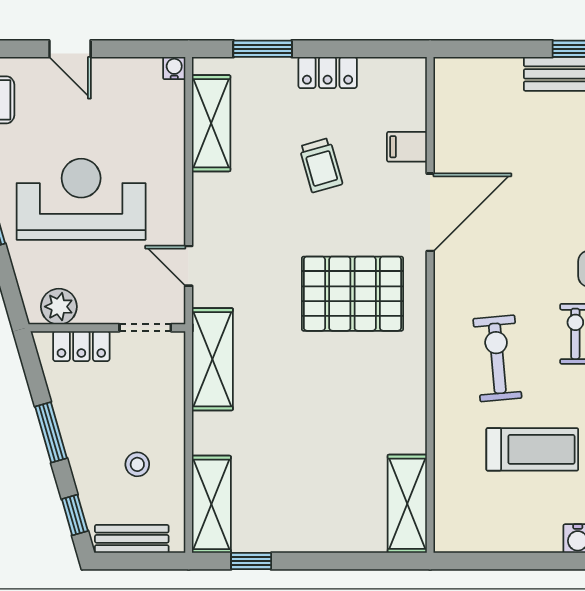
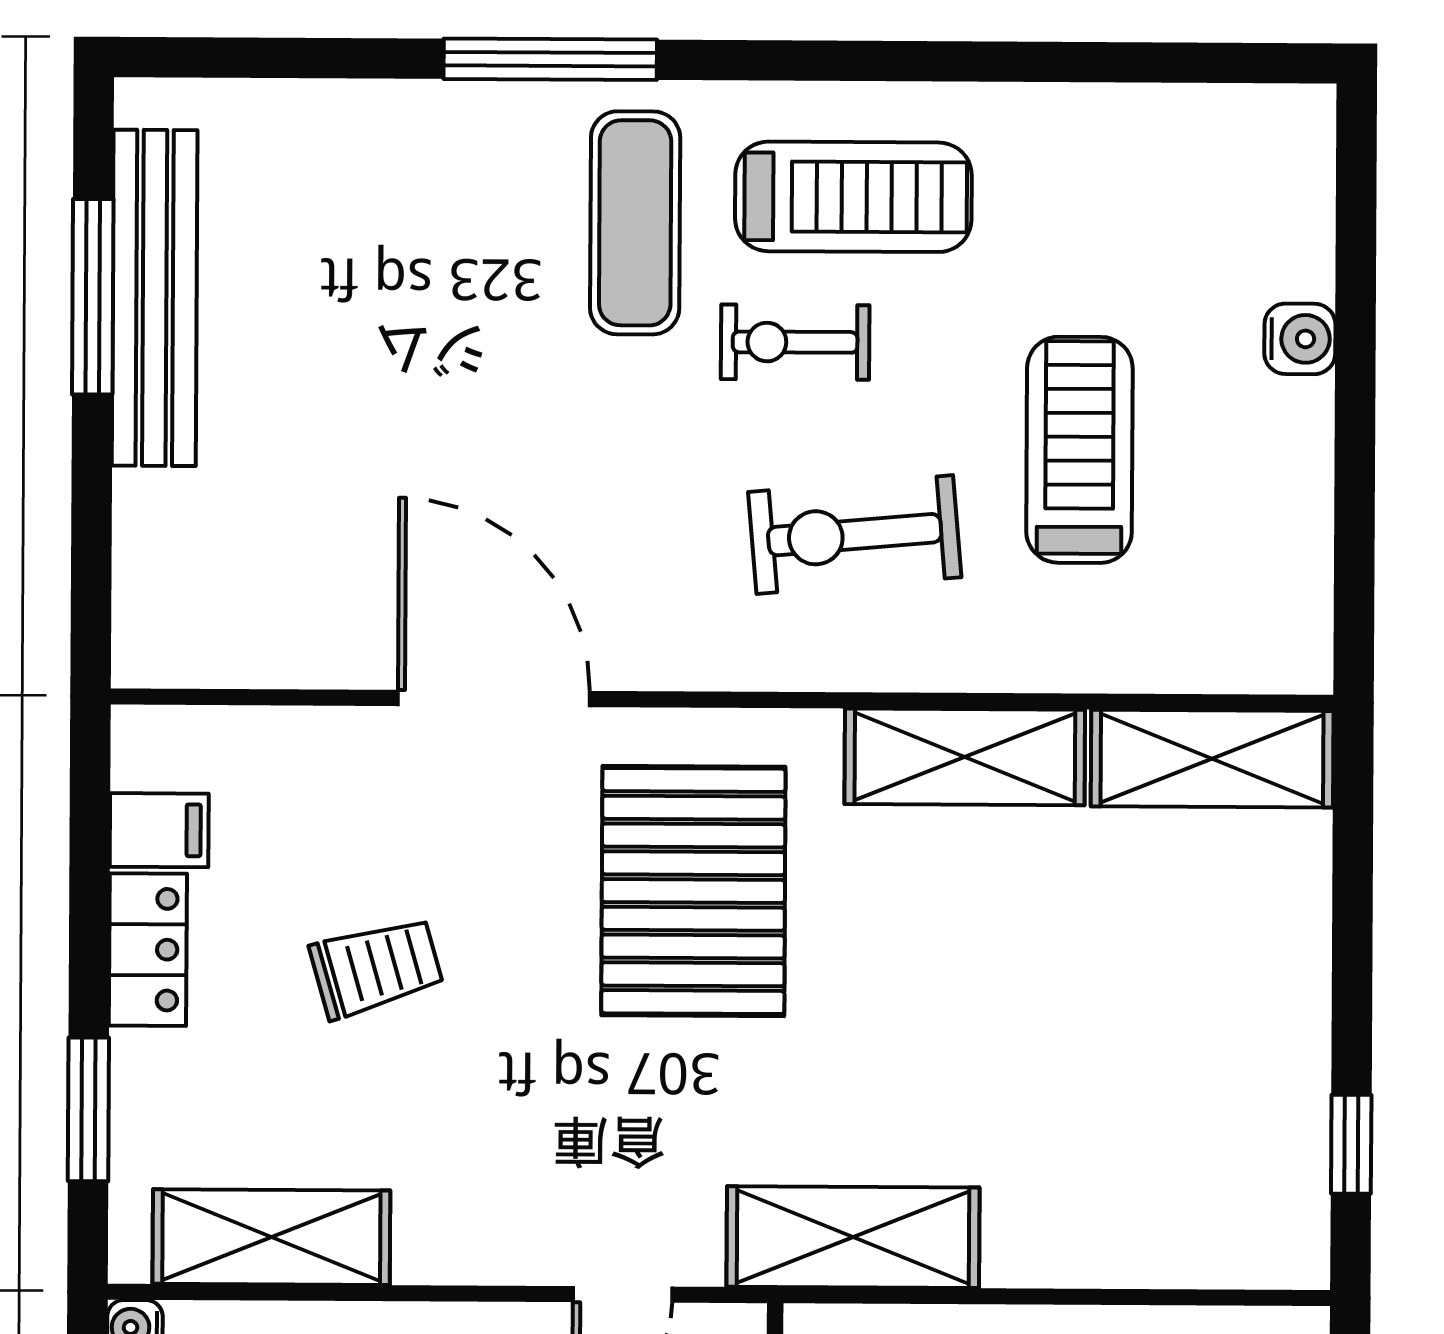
filing cabinet: (407, 147) -> (159, 830), moved, turned -90
shelving: (211, 504) -> (965, 757), moved

